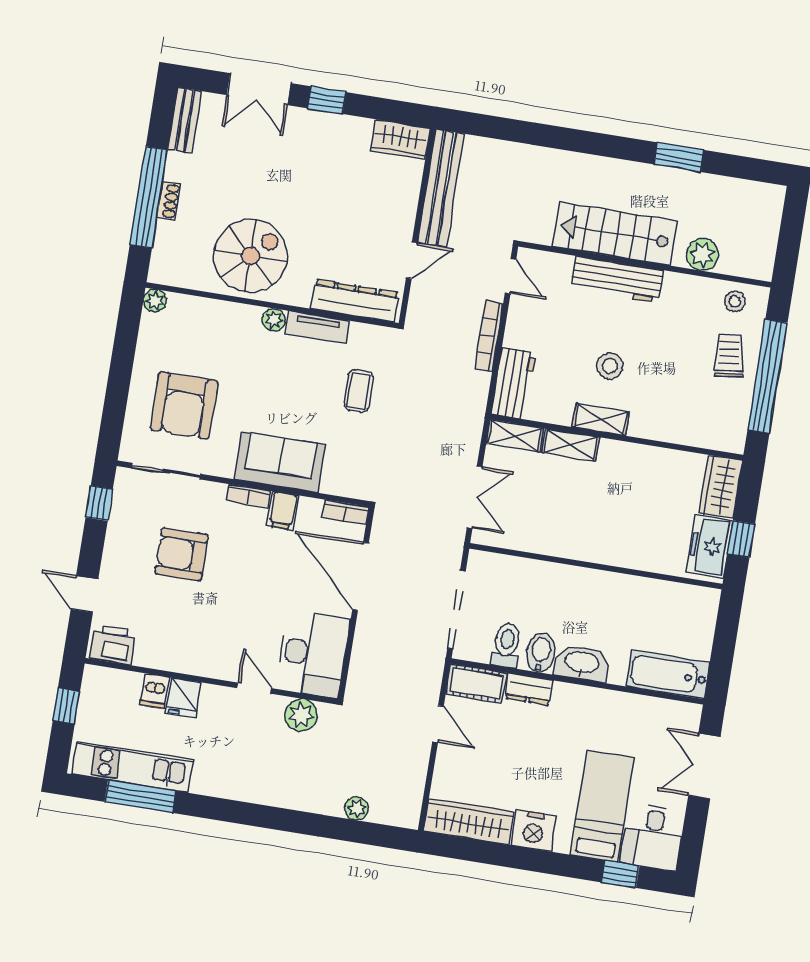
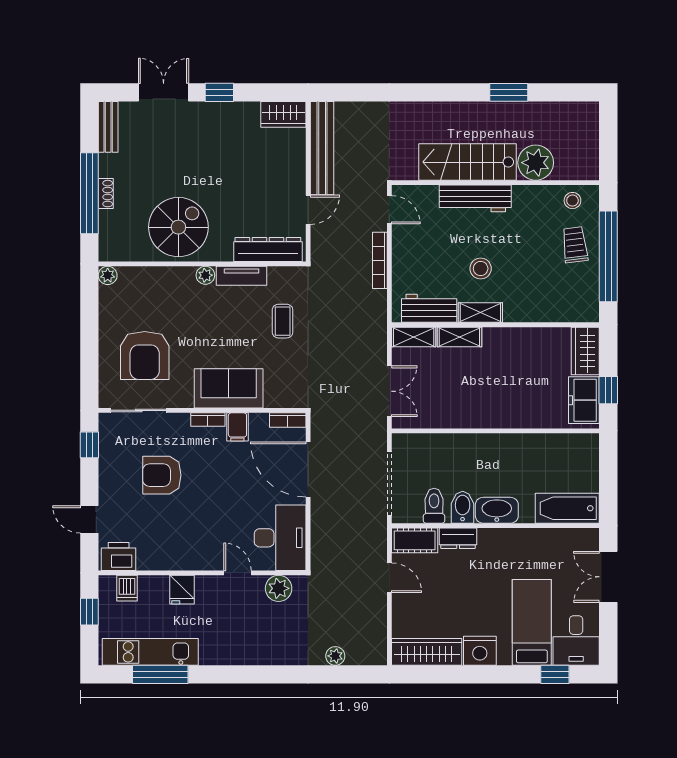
double door: (259, 89) -> (164, 92), swing flipped
plant: (702, 255) -> (536, 163), width x1.36, depth x1.36
workbench: (514, 383) -> (429, 308), moved, turned -90
dishwasher: (155, 691) -> (127, 588), moved

